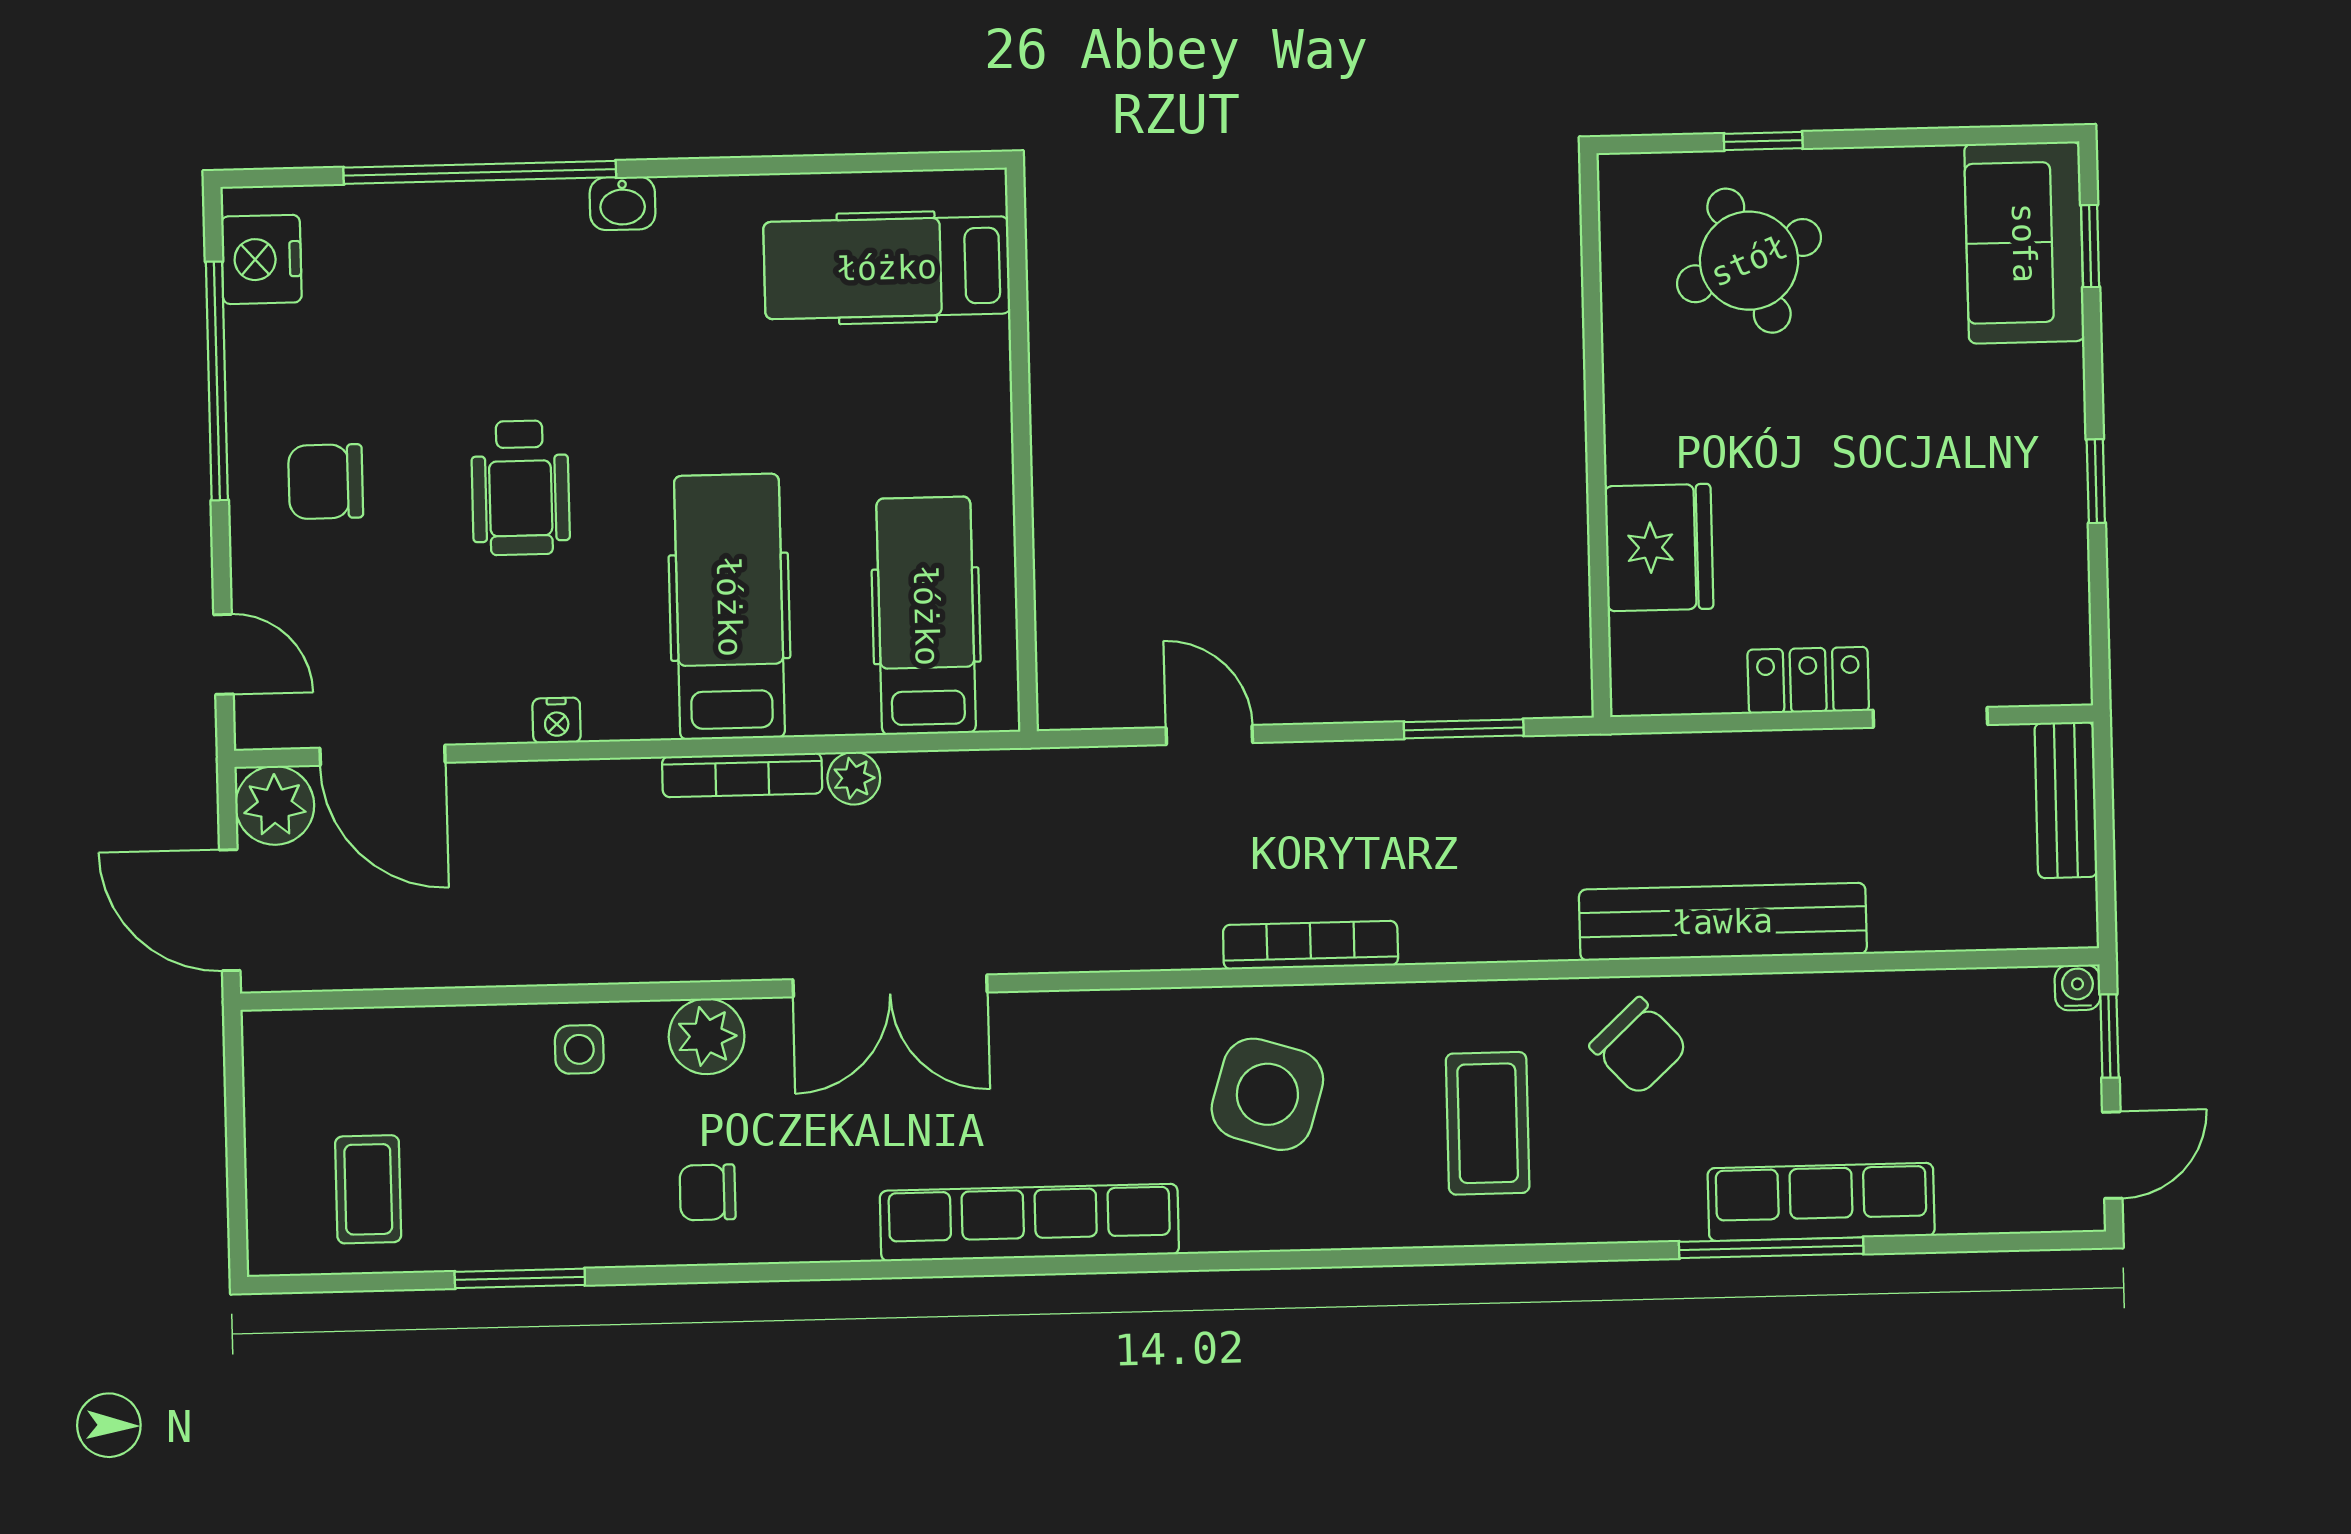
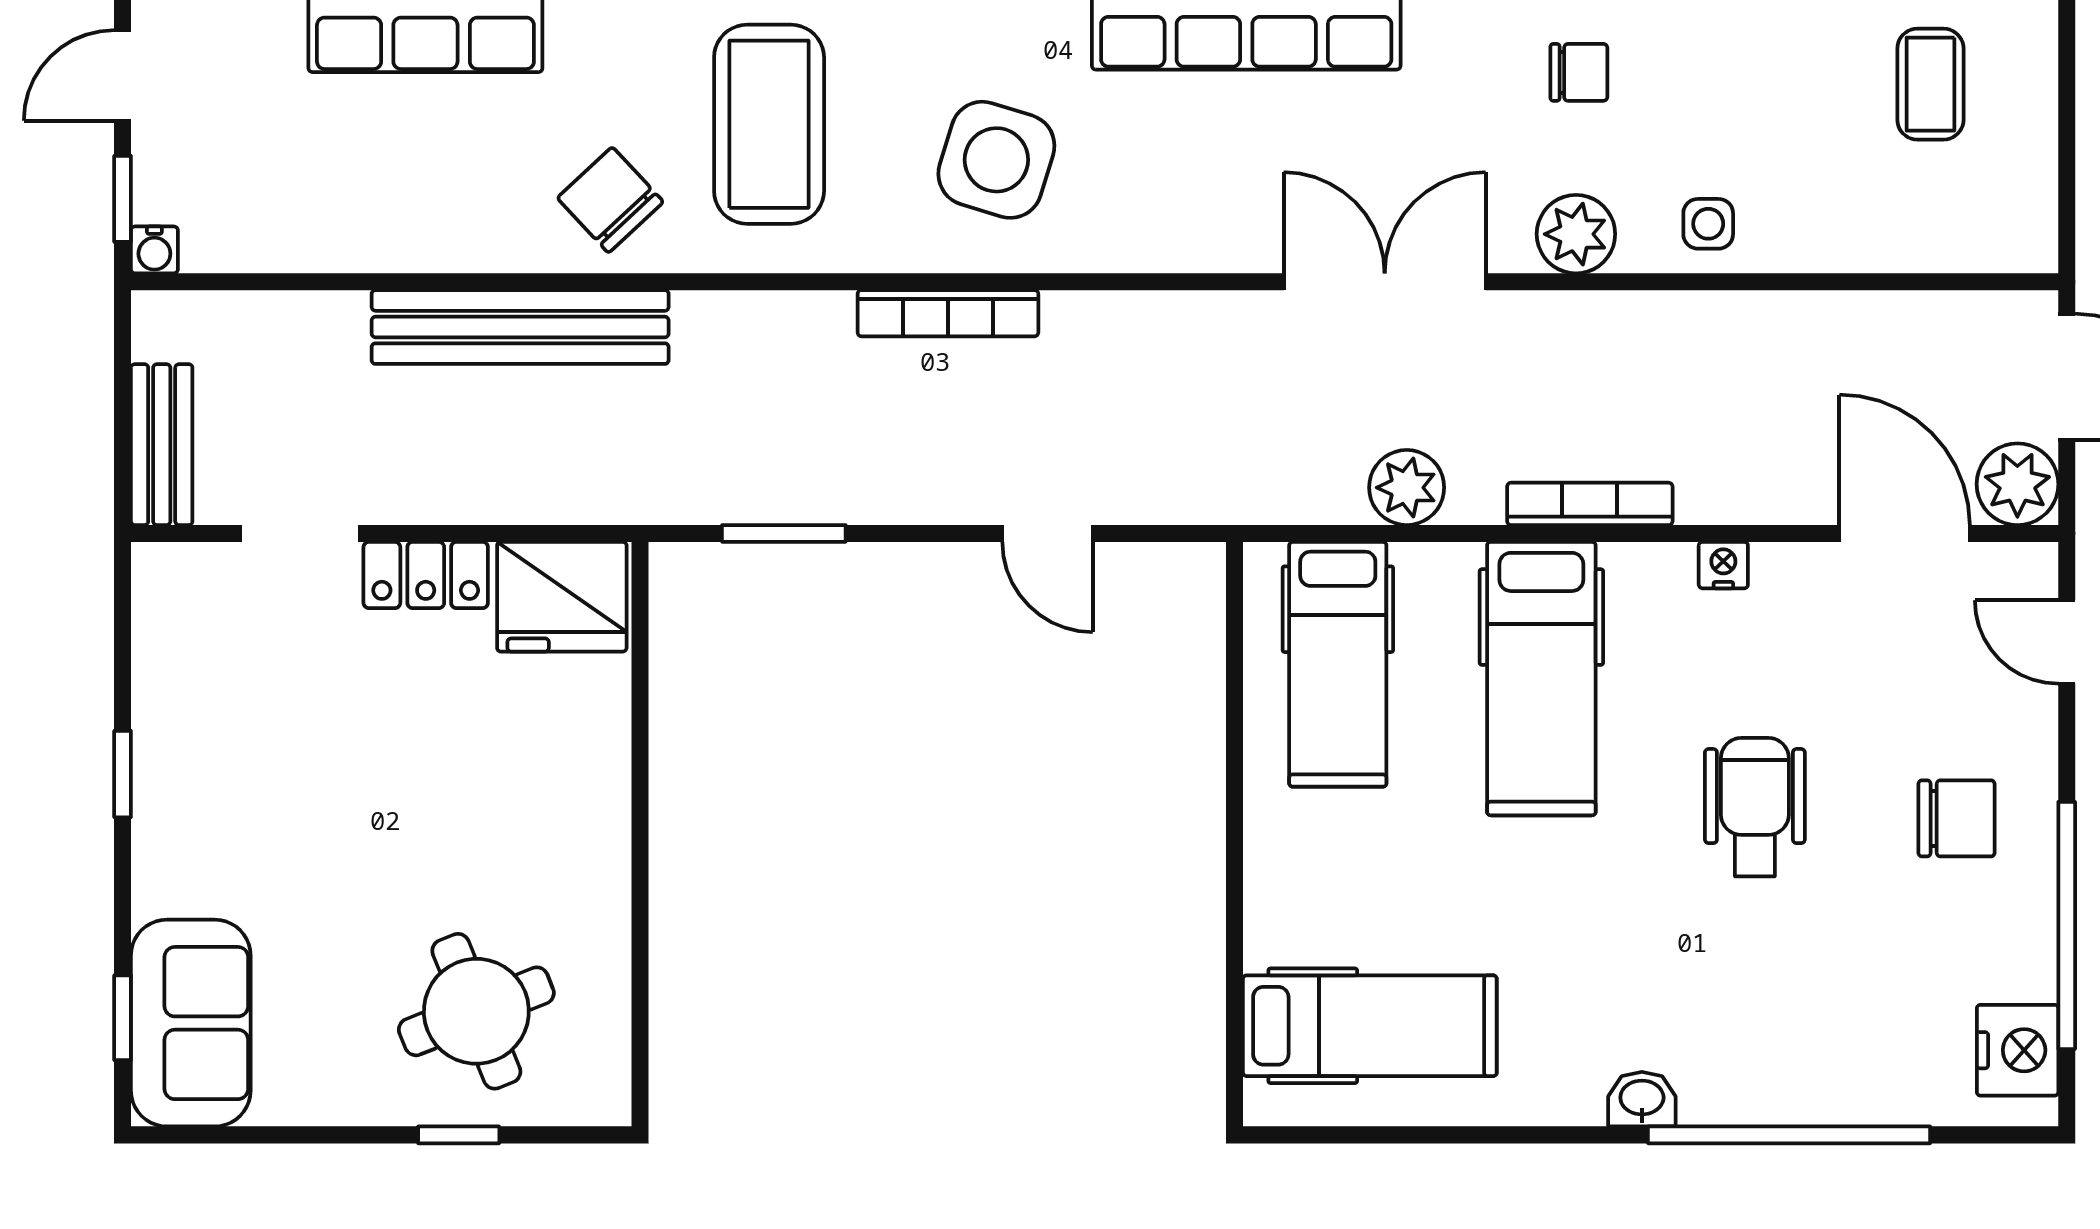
fridge: (1659, 547) -> (562, 597), moved, turned -90
bookcase: (742, 775) -> (1590, 504), moved
plant: (854, 778) -> (1407, 488), width x1.38, depth x1.38
coffee table: (1488, 1123) -> (769, 124), width x1.36, depth x1.32

